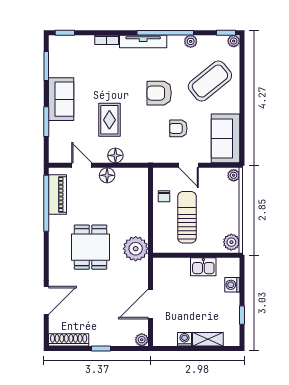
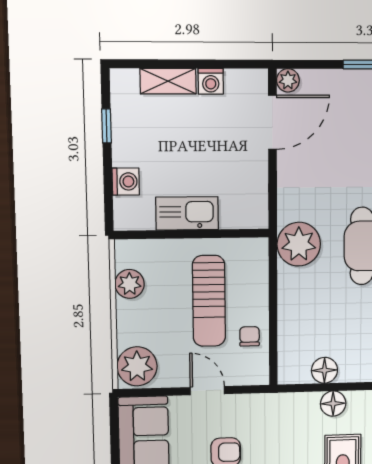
floor lamp: (107, 175) -> (324, 370), moved
plant: (234, 175) -> (137, 366), width x1.87, depth x1.87
plant: (231, 242) -> (130, 284), moved
kitchen sink: (203, 267) -> (187, 213), width x1.38
door: (150, 304) -> (272, 122), moved

